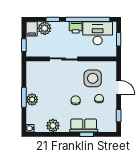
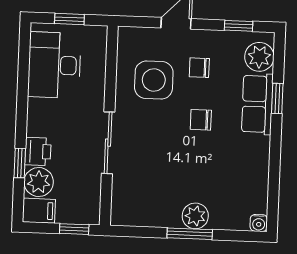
window: (88, 19) -> (23, 86), removed
printer: (76, 27) -> (38, 151), moved
plant: (53, 126) -> (259, 57), moved

